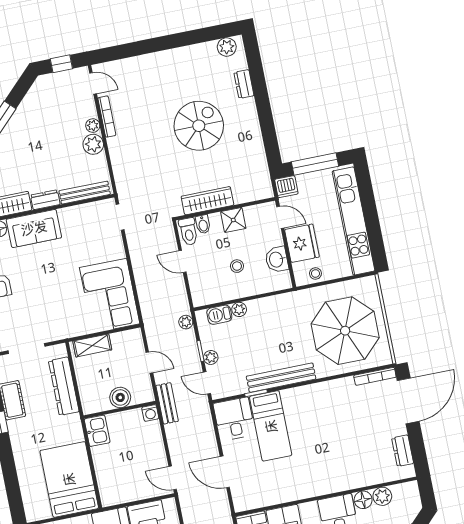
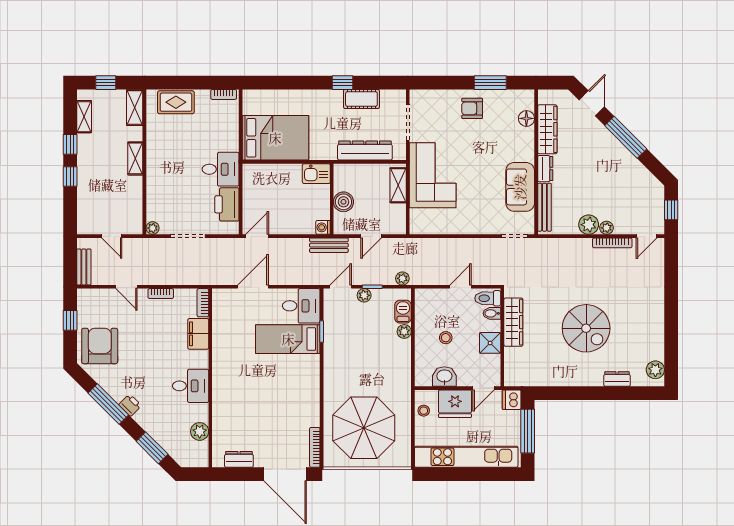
sofa: (34, 228) -> (520, 187), moved
corner sofa: (110, 296) -> (433, 175), moved, turned 90
bench: (281, 378) -> (332, 358), removed
floor lamp: (363, 500) -> (200, 413), removed

